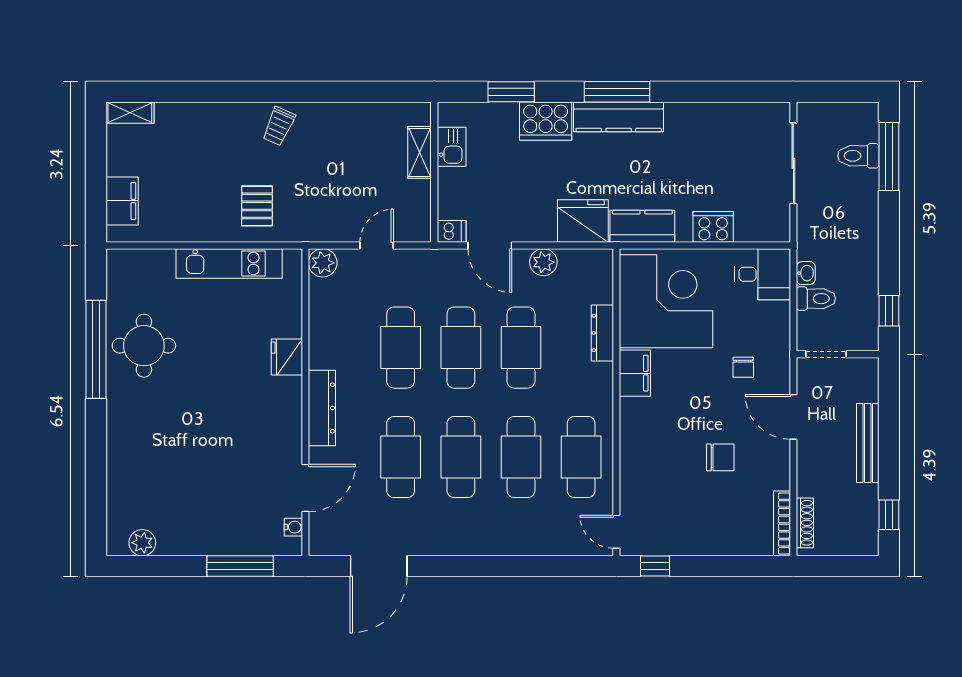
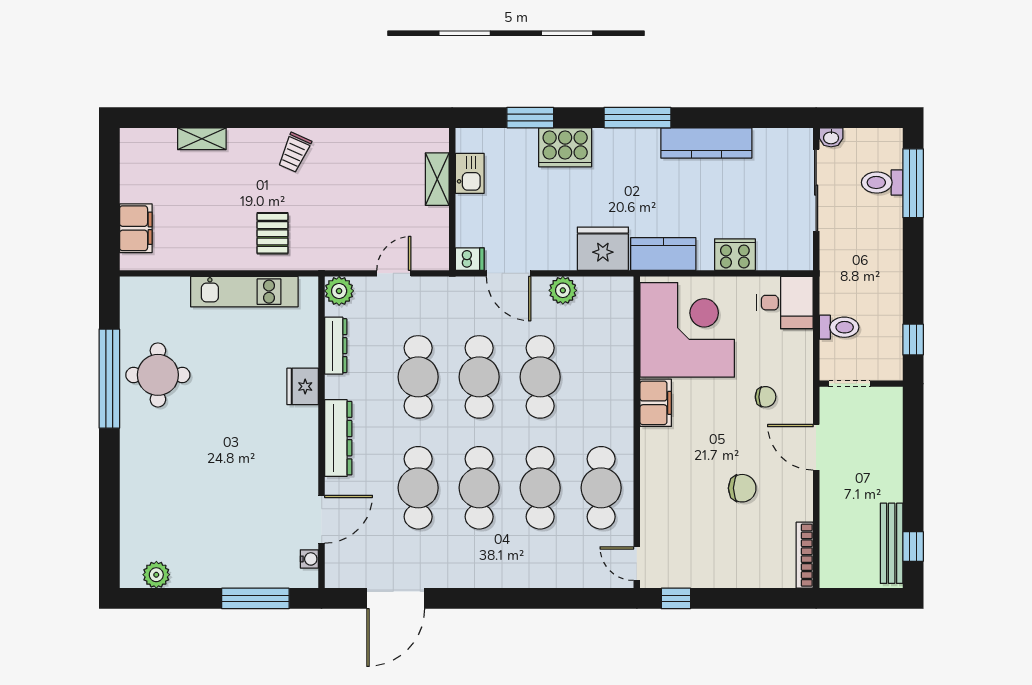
shelving: (130, 113) -> (202, 139), moved
kitchen counter: (619, 117) -> (706, 143), moved
washbasin: (806, 273) -> (831, 137), moved, turned 90
dresser: (602, 333) -> (336, 346), moved, turned 180
chair: (743, 367) -> (766, 397), turned -90
bench: (868, 443) -> (892, 543), moved
shoe rack: (805, 523) -> (828, 555), removed

